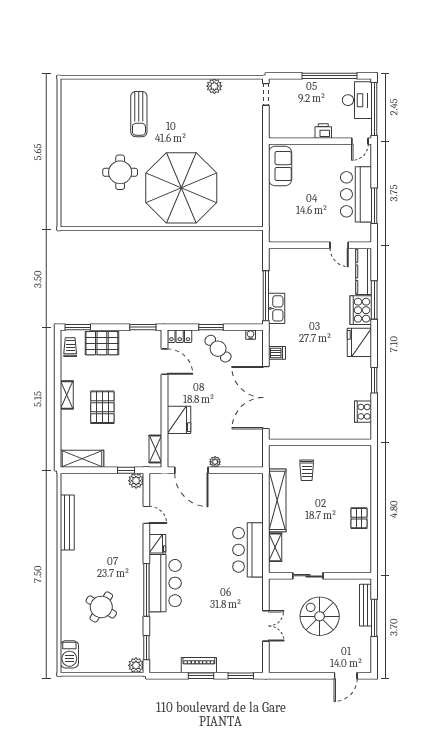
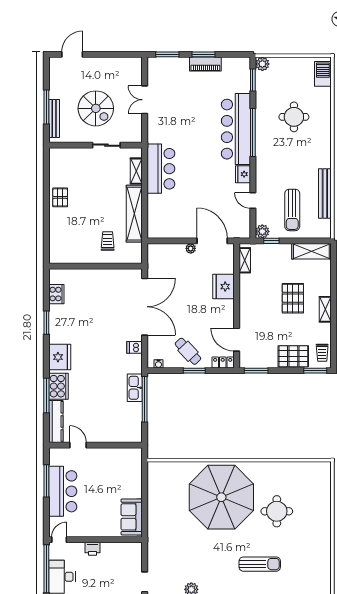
sun lounger: (139, 114) -> (260, 564), turned 90
sun lounger: (103, 504) -> (292, 210), added
bar counter: (165, 583) -> (236, 129), width x1.36
round table: (101, 607) -> (294, 117), turned -32

